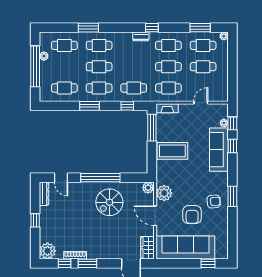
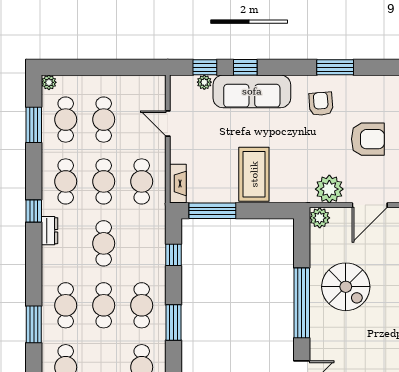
cafe table: (134, 88) -> (104, 243), moved
armchair: (214, 202) -> (321, 104), moved

